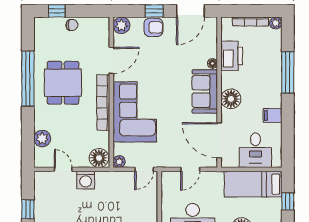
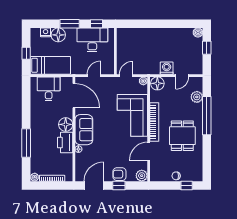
printer: (232, 56) -> (65, 143), moved
window: (28, 79) -> (207, 116), moved
filing cabinet: (272, 116) -> (37, 113), removed
door: (63, 169) -> (182, 76), hinge flipped

